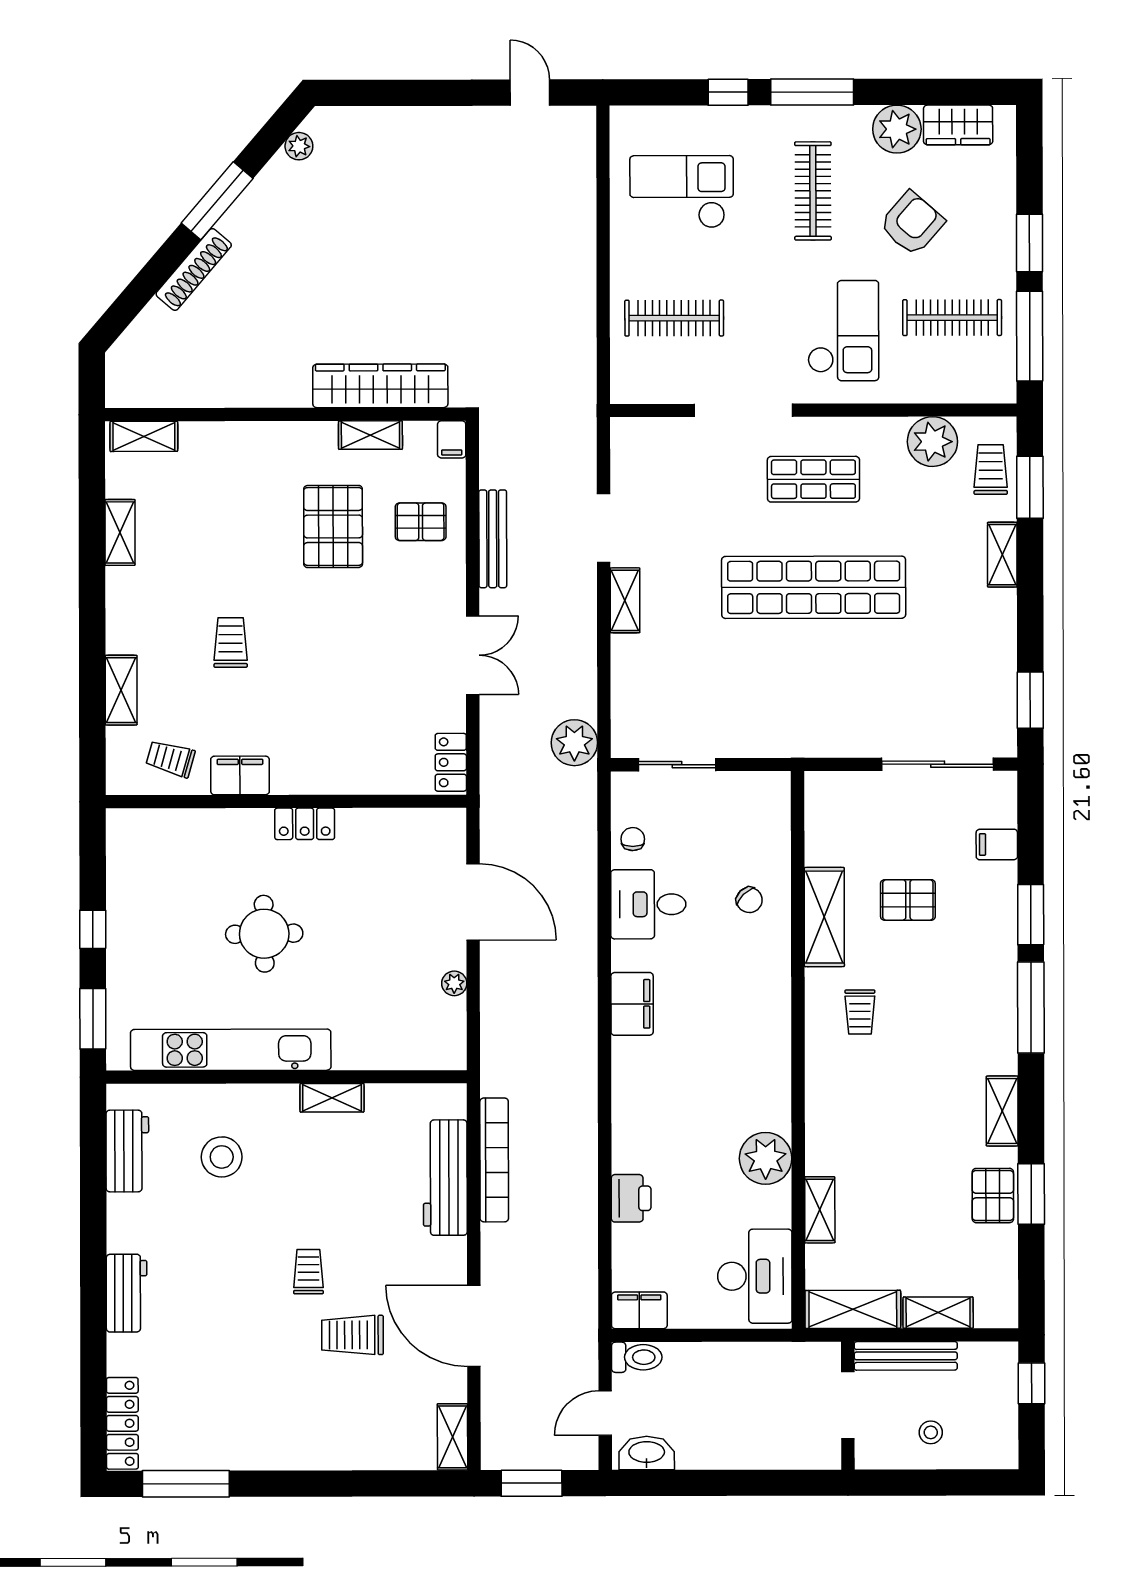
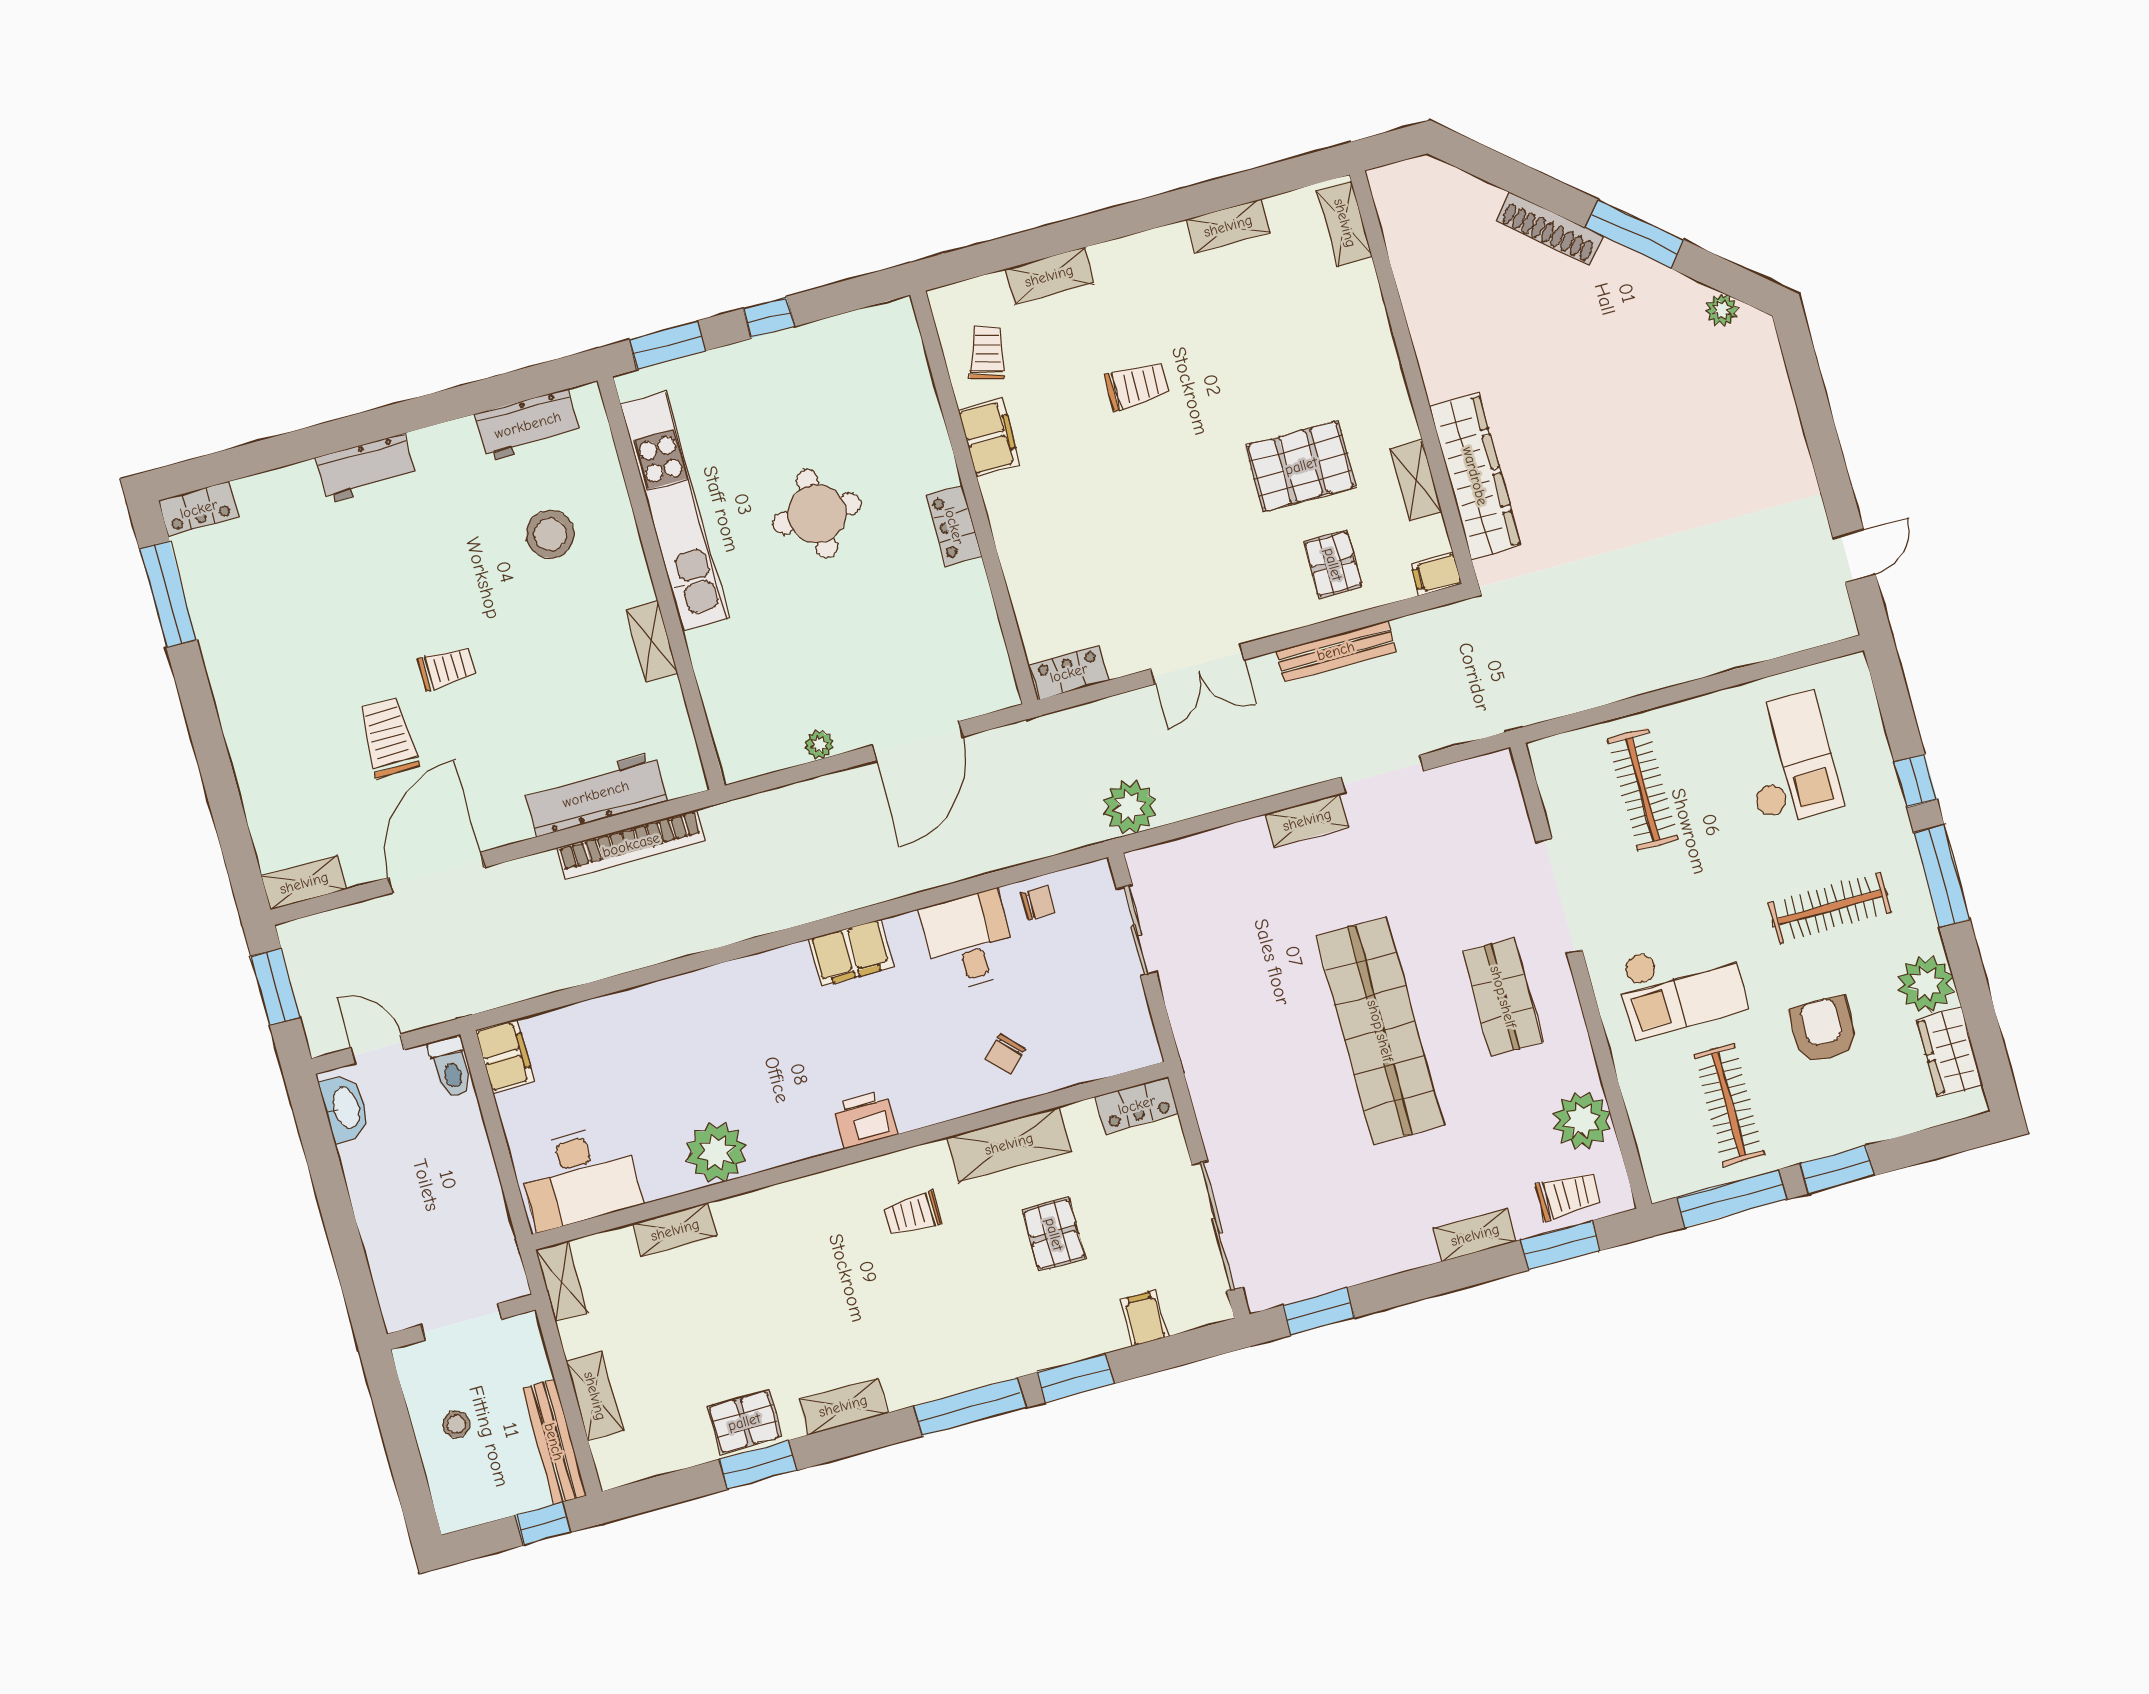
armchair: (912, 223) -> (1823, 1030), turned -131
locker: (821, 803) -> (1137, 1105), added
printer: (631, 1198) -> (865, 1119), moved, turned 180
shelving: (853, 1309) -> (562, 1281), width x0.67, depth x0.75
bench: (906, 1356) -> (554, 1442), moved
locker: (122, 1423) -> (199, 509), width x0.66

